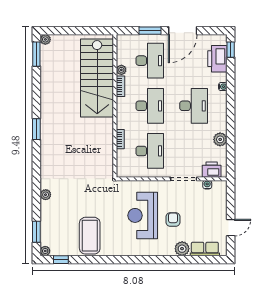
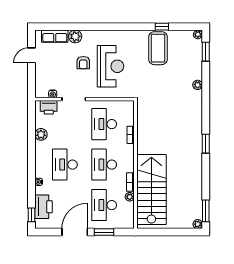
window: (61, 260) -> (162, 27), moved

